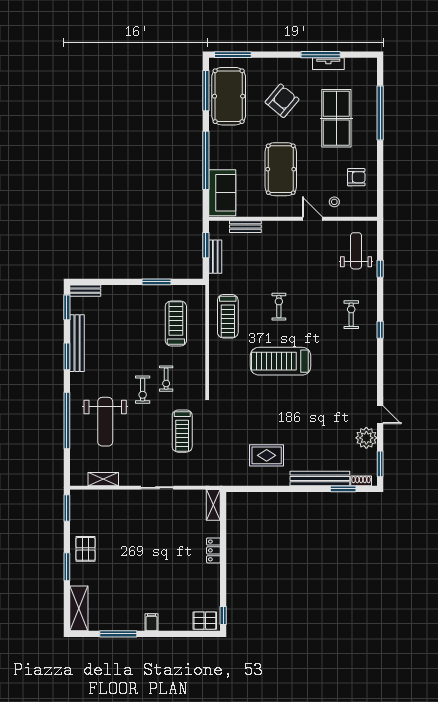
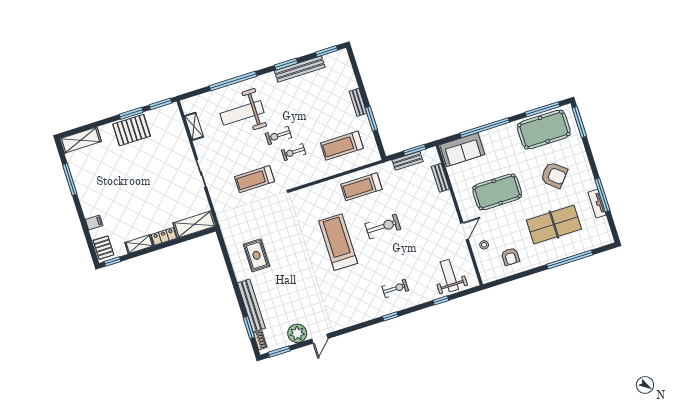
weight bench: (356, 251) -> (449, 276), turned -90
bench: (85, 291) -> (358, 102), moved
exercise bike: (279, 307) -> (383, 226), width x1.38, depth x1.39
treadmill: (176, 323) -> (342, 146), turned 180
shelving: (213, 505) -> (194, 224), width x1.50, depth x1.33
pallet: (86, 549) -> (132, 130), width x1.50, depth x1.42
window: (67, 567) -> (131, 113), moved
shelving: (213, 580) -> (139, 244), added
filing cabinet: (152, 622) -> (94, 222), moved

